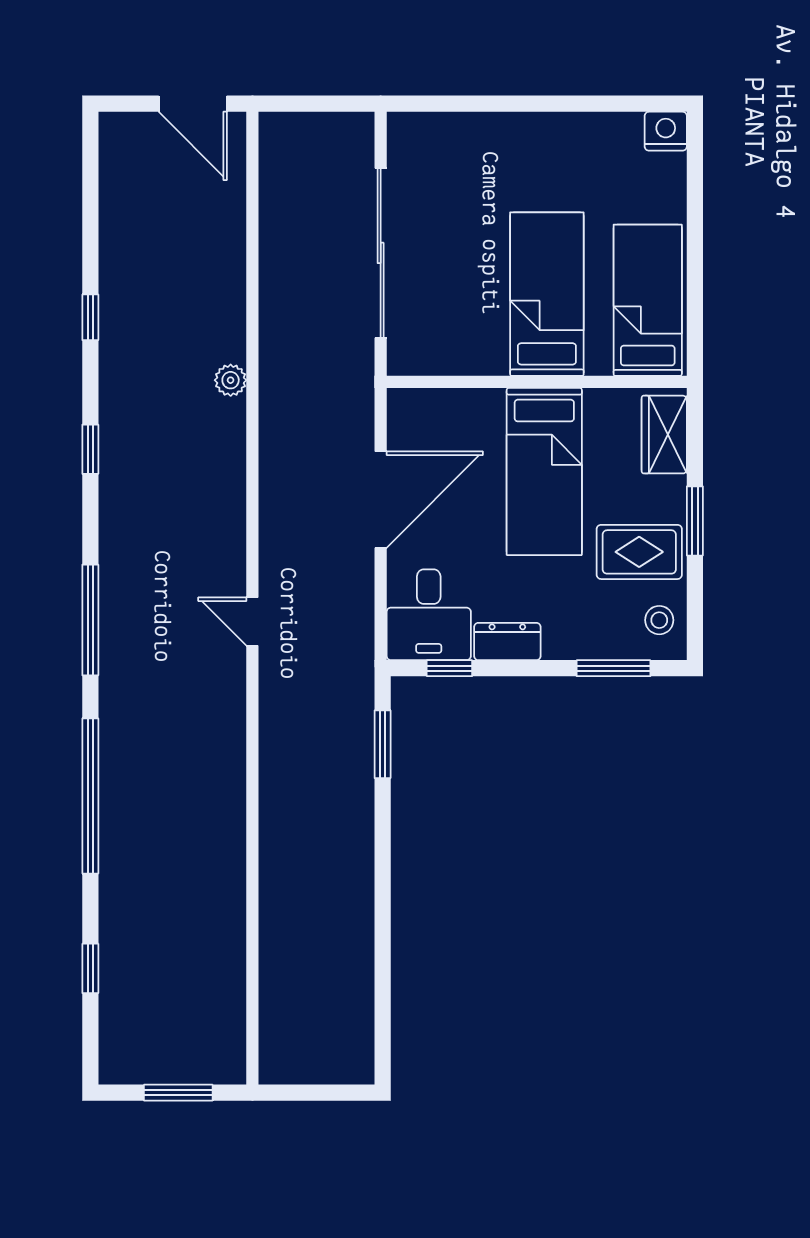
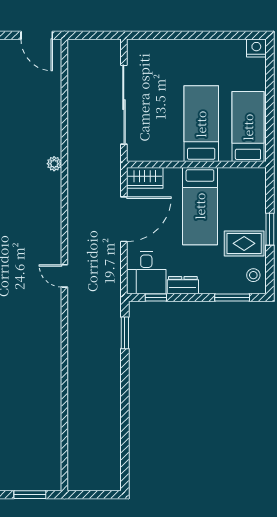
wardrobe: (664, 435) -> (145, 178), moved, turned -90

